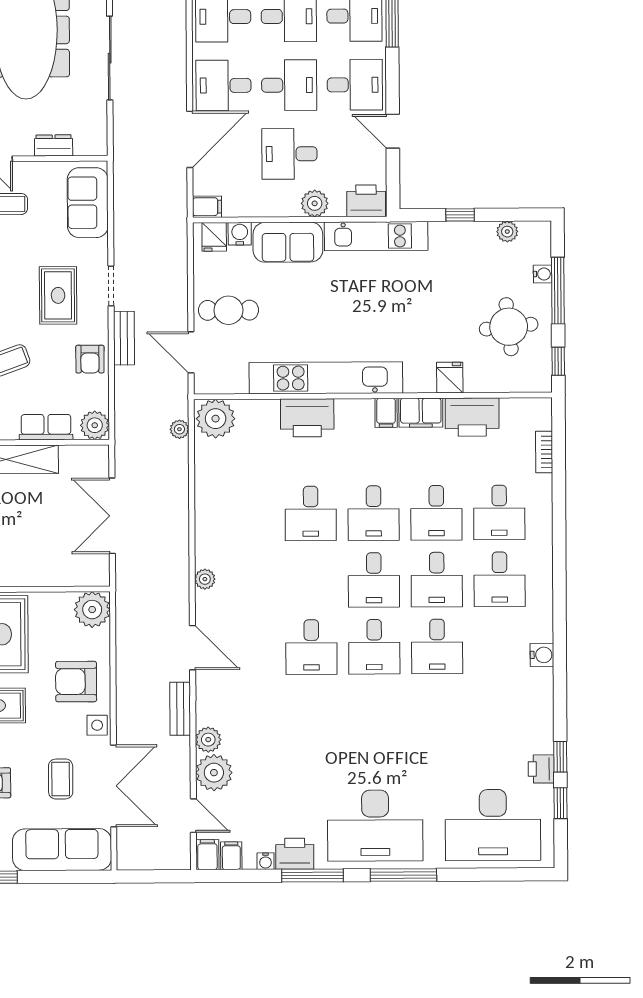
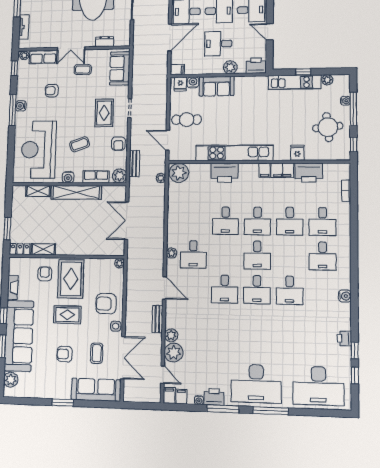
kitchen unit: (376, 236) -> (294, 82), moved
bench: (124, 338) -> (134, 164), moved
desk: (437, 580) -> (193, 254), moved
plant: (92, 610) -> (119, 263), width x0.53, depth x0.53
printer: (541, 769) -> (344, 338), moved

